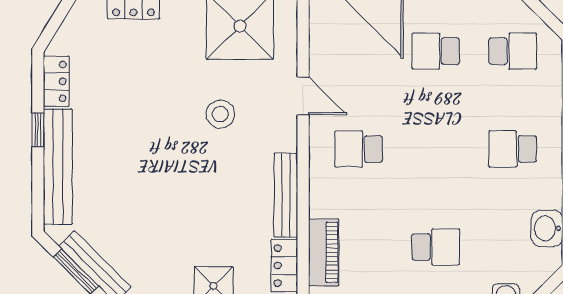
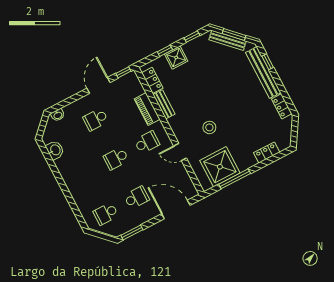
window: (38, 130) -> (268, 62), moved
school desk: (513, 149) -> (116, 158), moved, turned 180
bench: (286, 195) -> (164, 104), width x0.73
piano: (324, 252) -> (147, 109), moved

